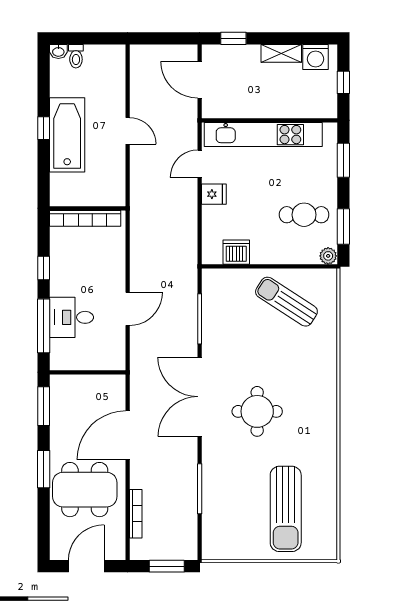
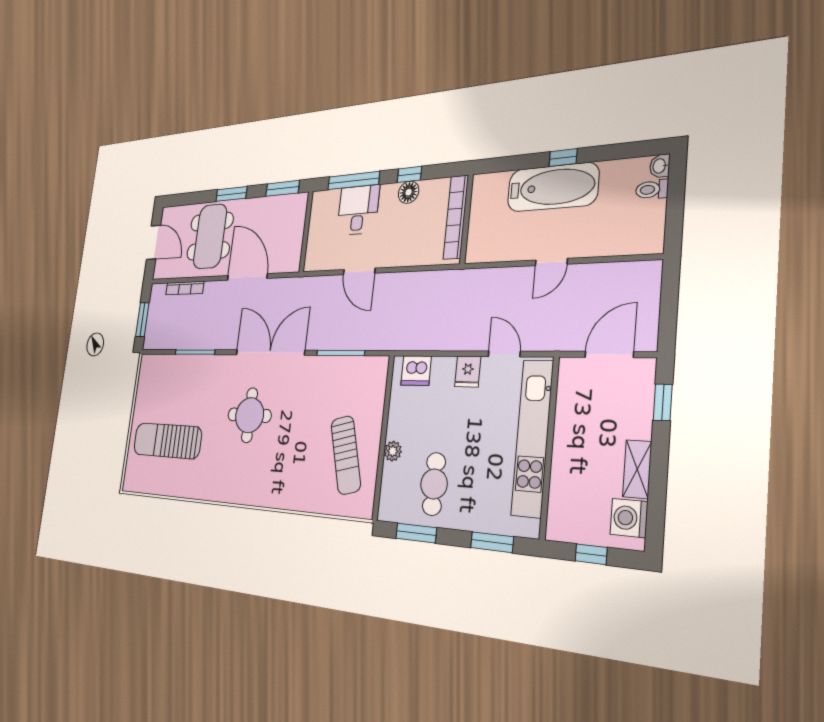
dishwasher: (236, 252) -> (416, 371), moved, turned 90
plant: (328, 256) -> (393, 451), moved
floor lamp: (60, 267) -> (409, 192), added
sun lounger: (286, 302) -> (346, 455), turned 132

